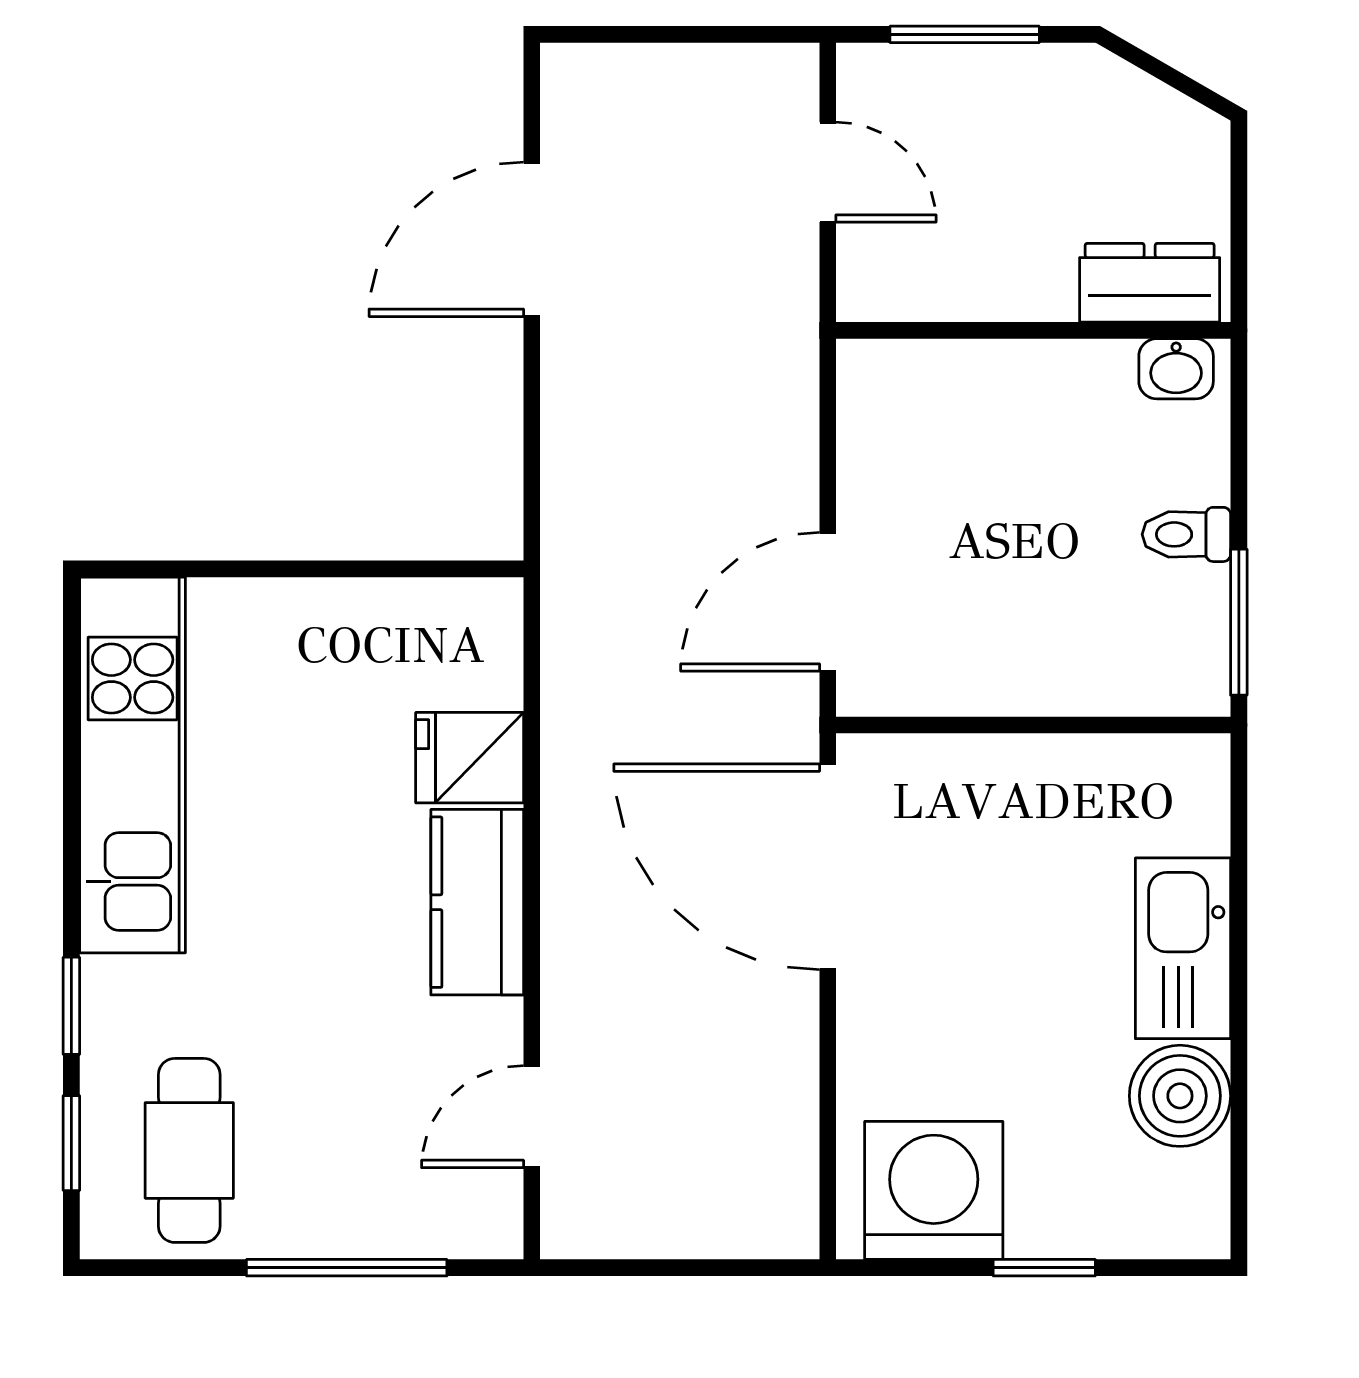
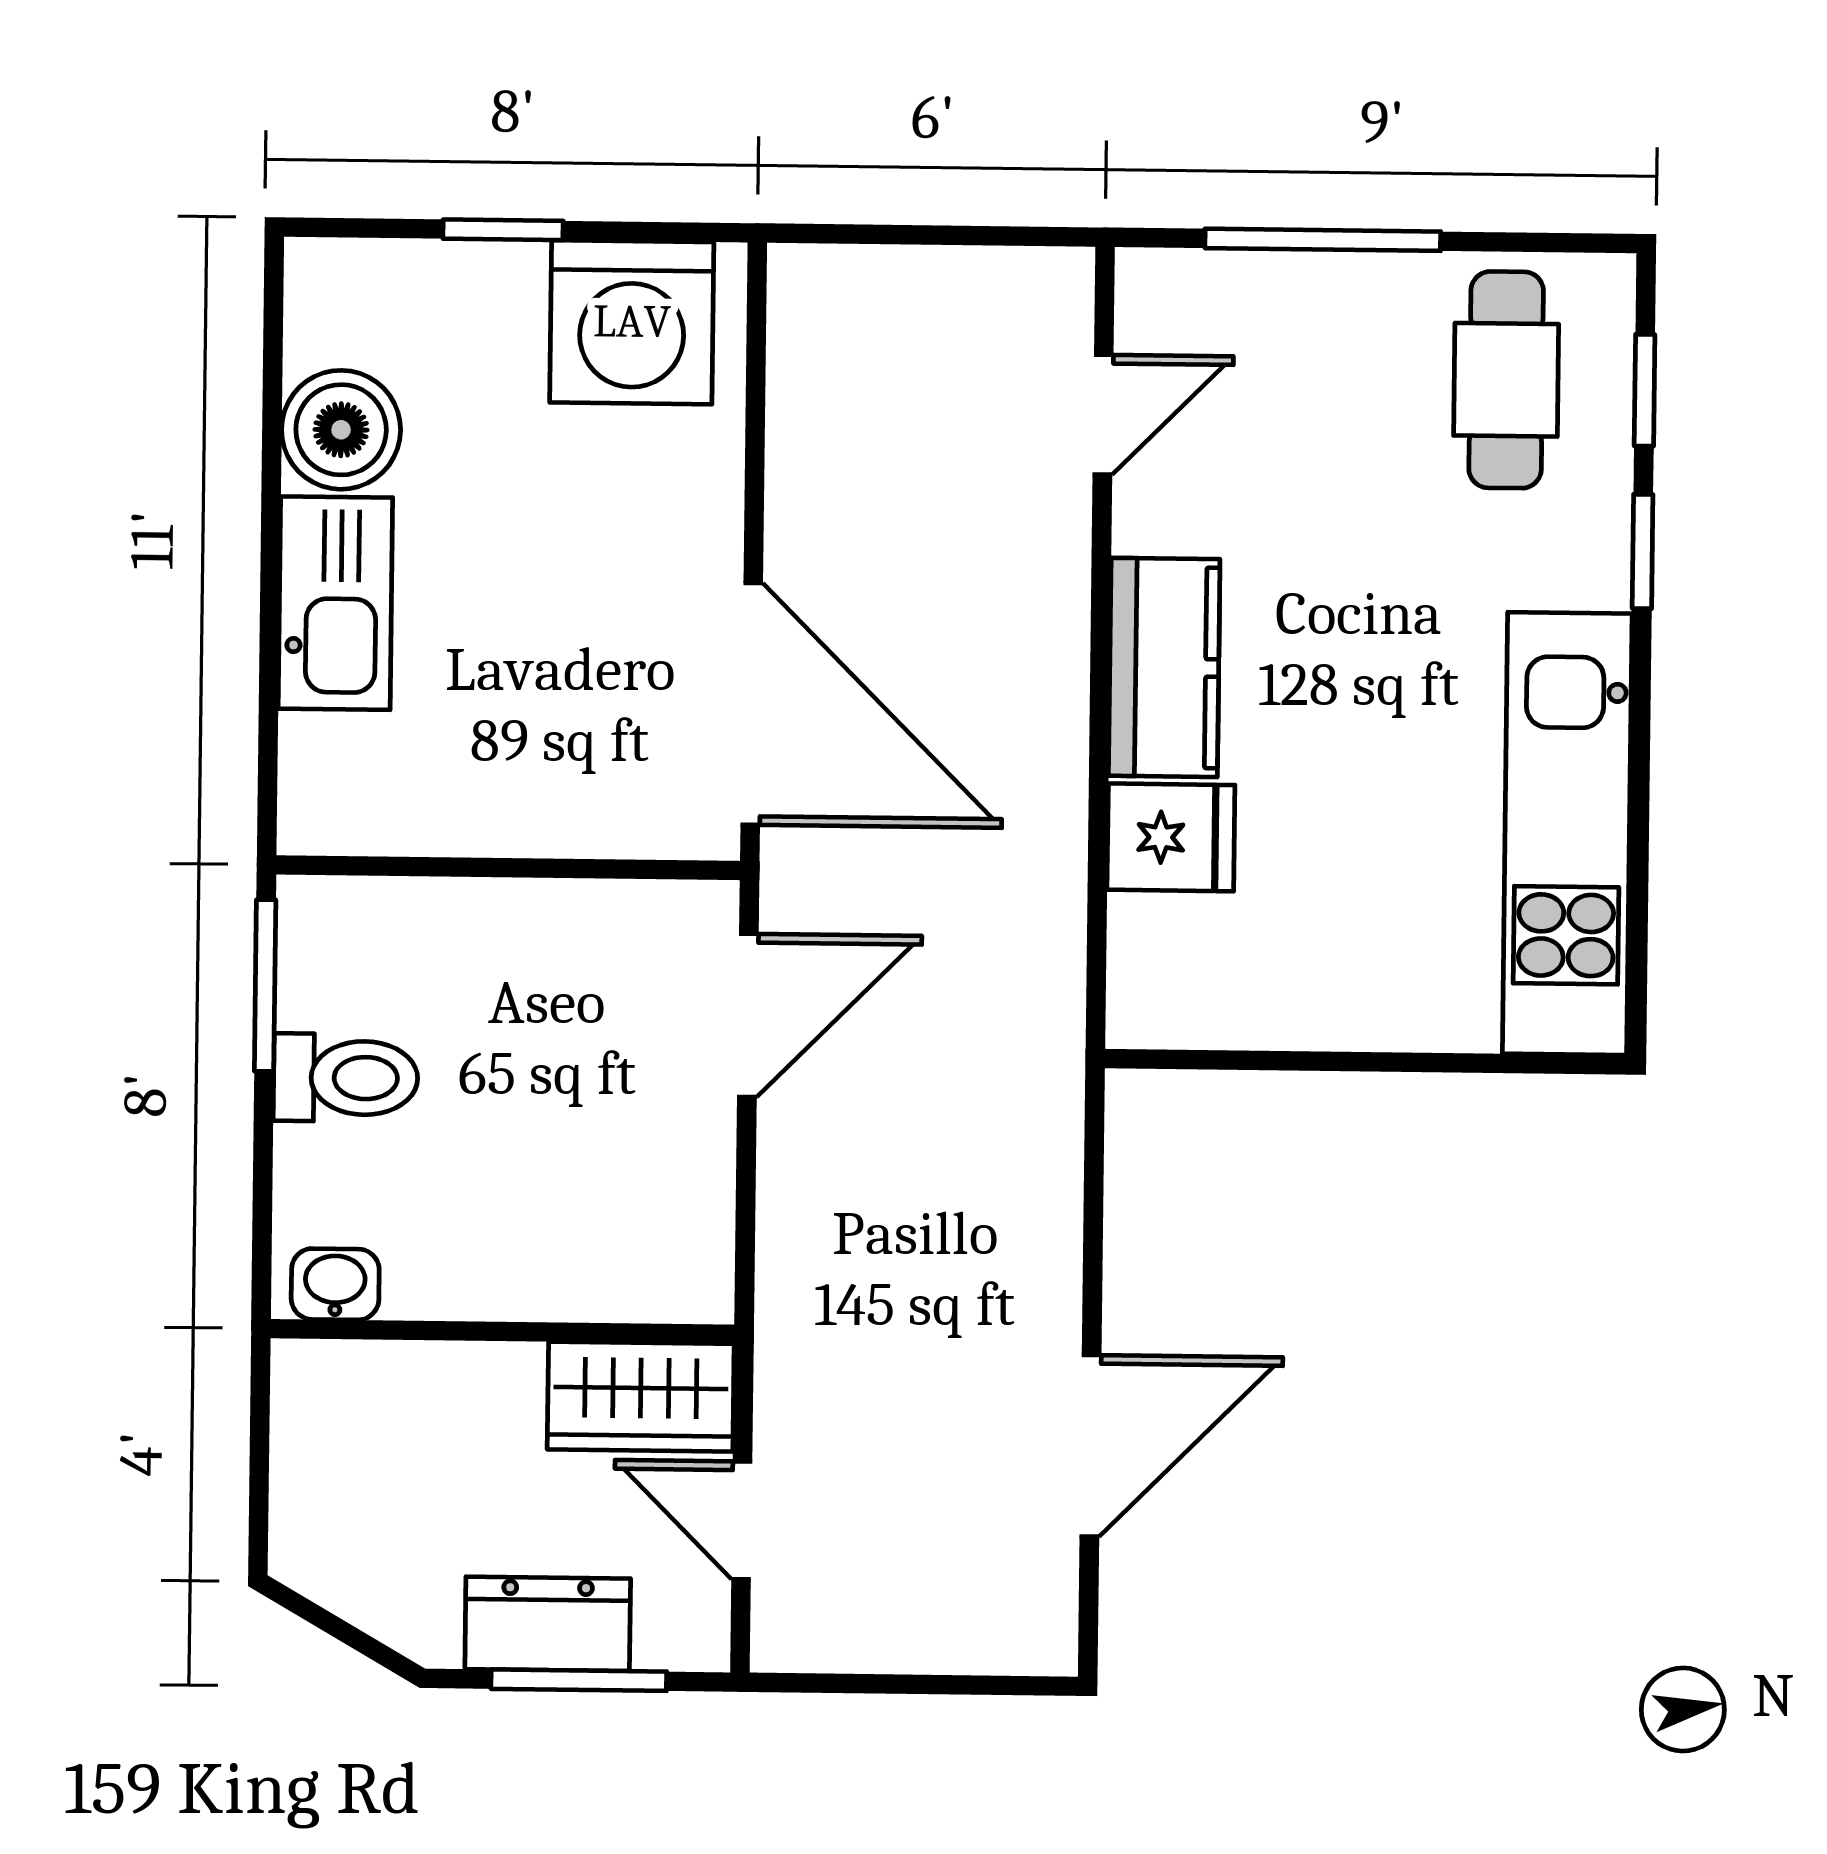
wardrobe: (915, 276) -> (641, 1397), added
dresser: (1150, 283) -> (548, 1624), moved, turned 180
toilet: (1186, 534) -> (346, 1078), width x1.37, depth x1.39

